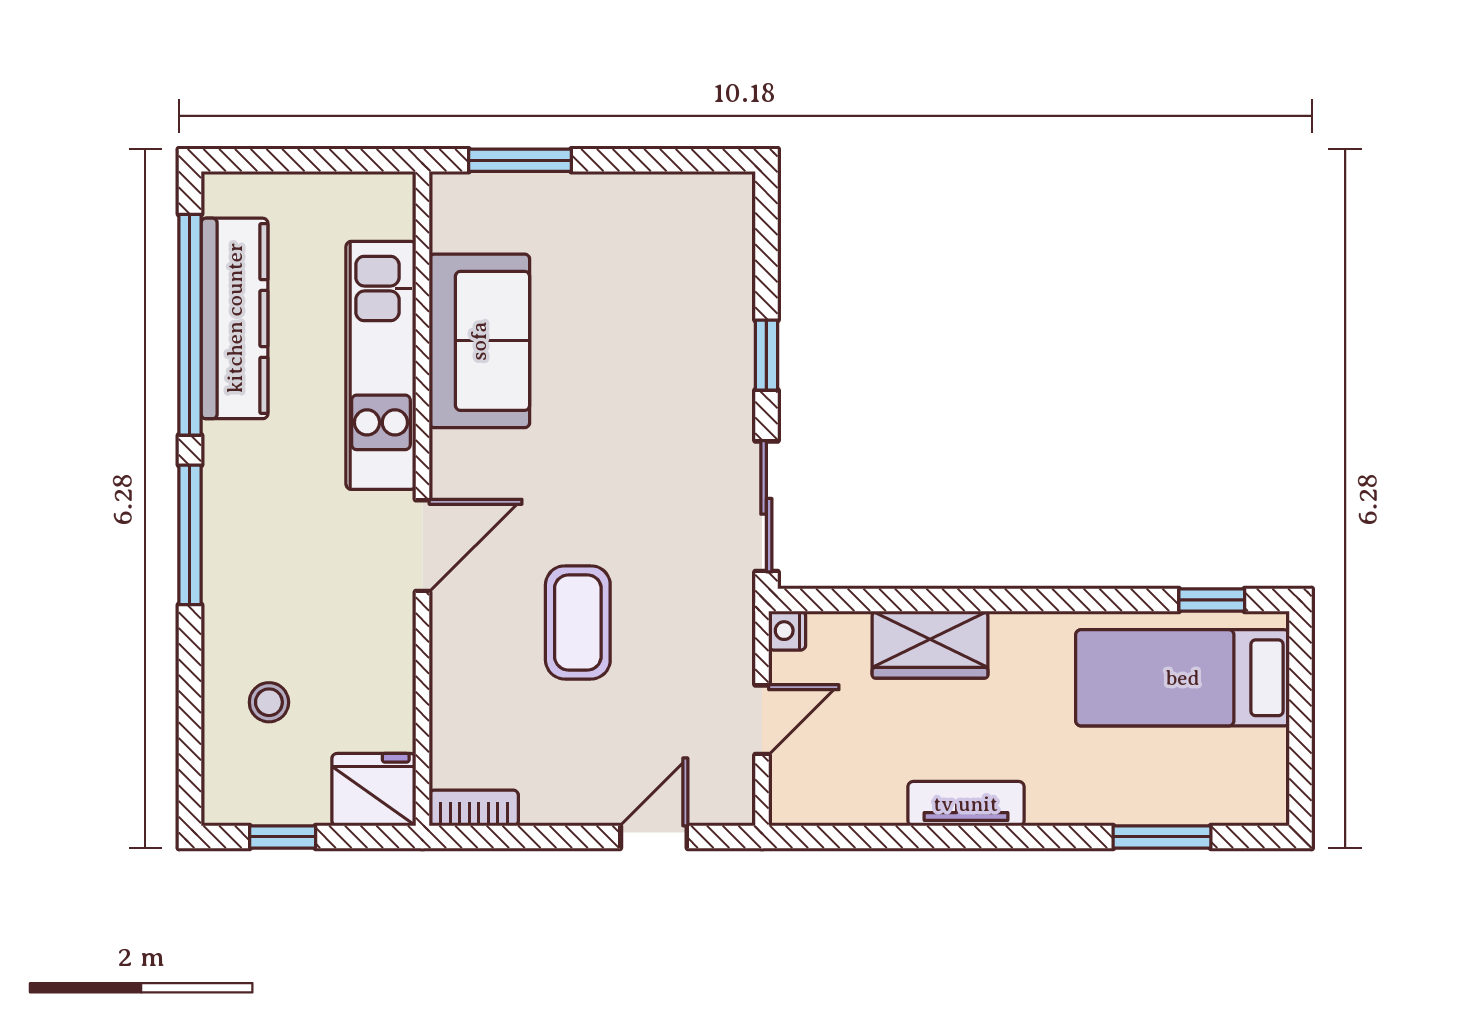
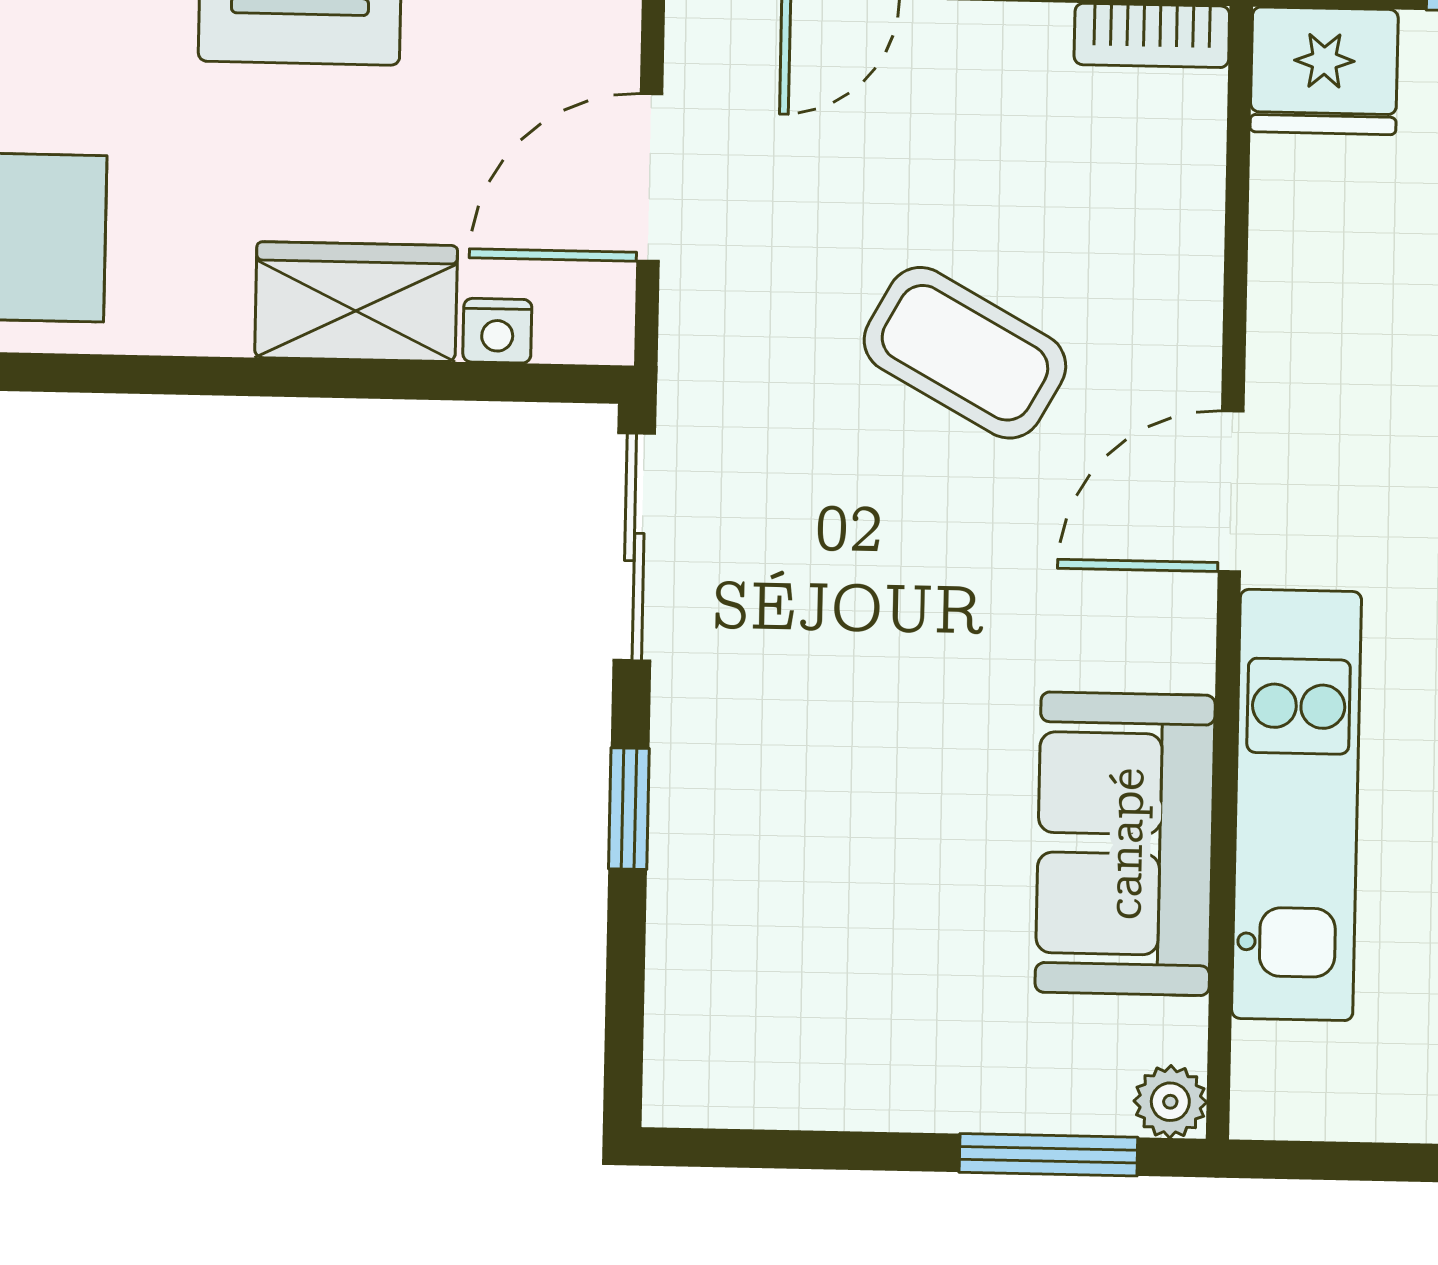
plant: (450, 192) -> (1170, 1102), added
coffee table: (578, 622) -> (965, 353), turned -61
nightstand: (787, 631) -> (497, 331), moved, turned 90
door: (762, 720) -> (650, 178), width x1.38

